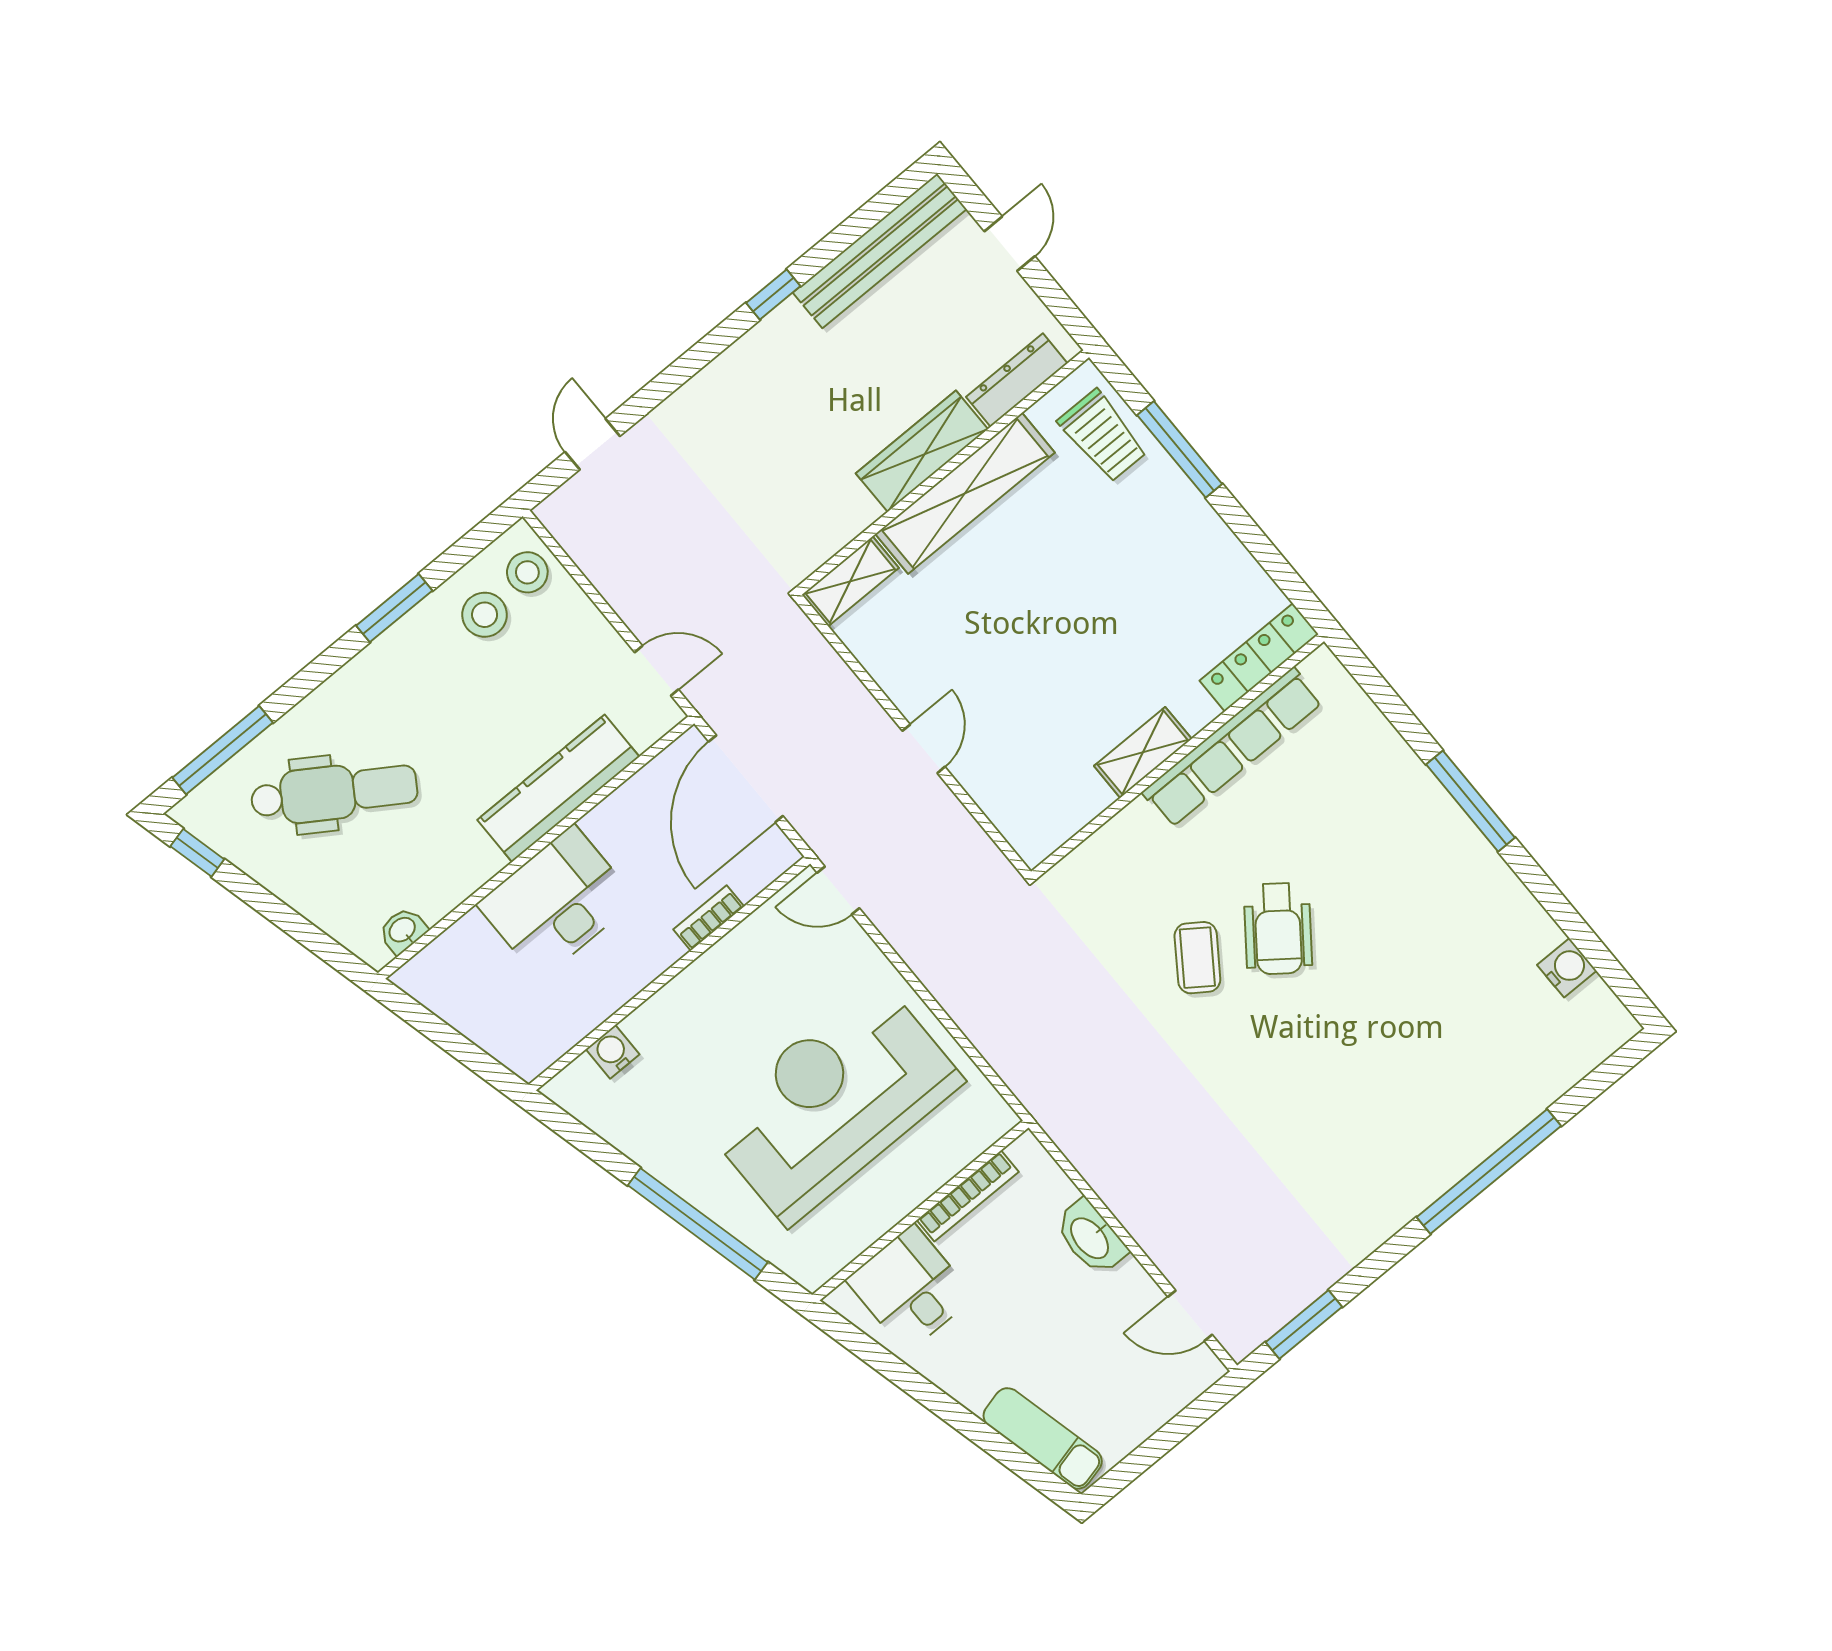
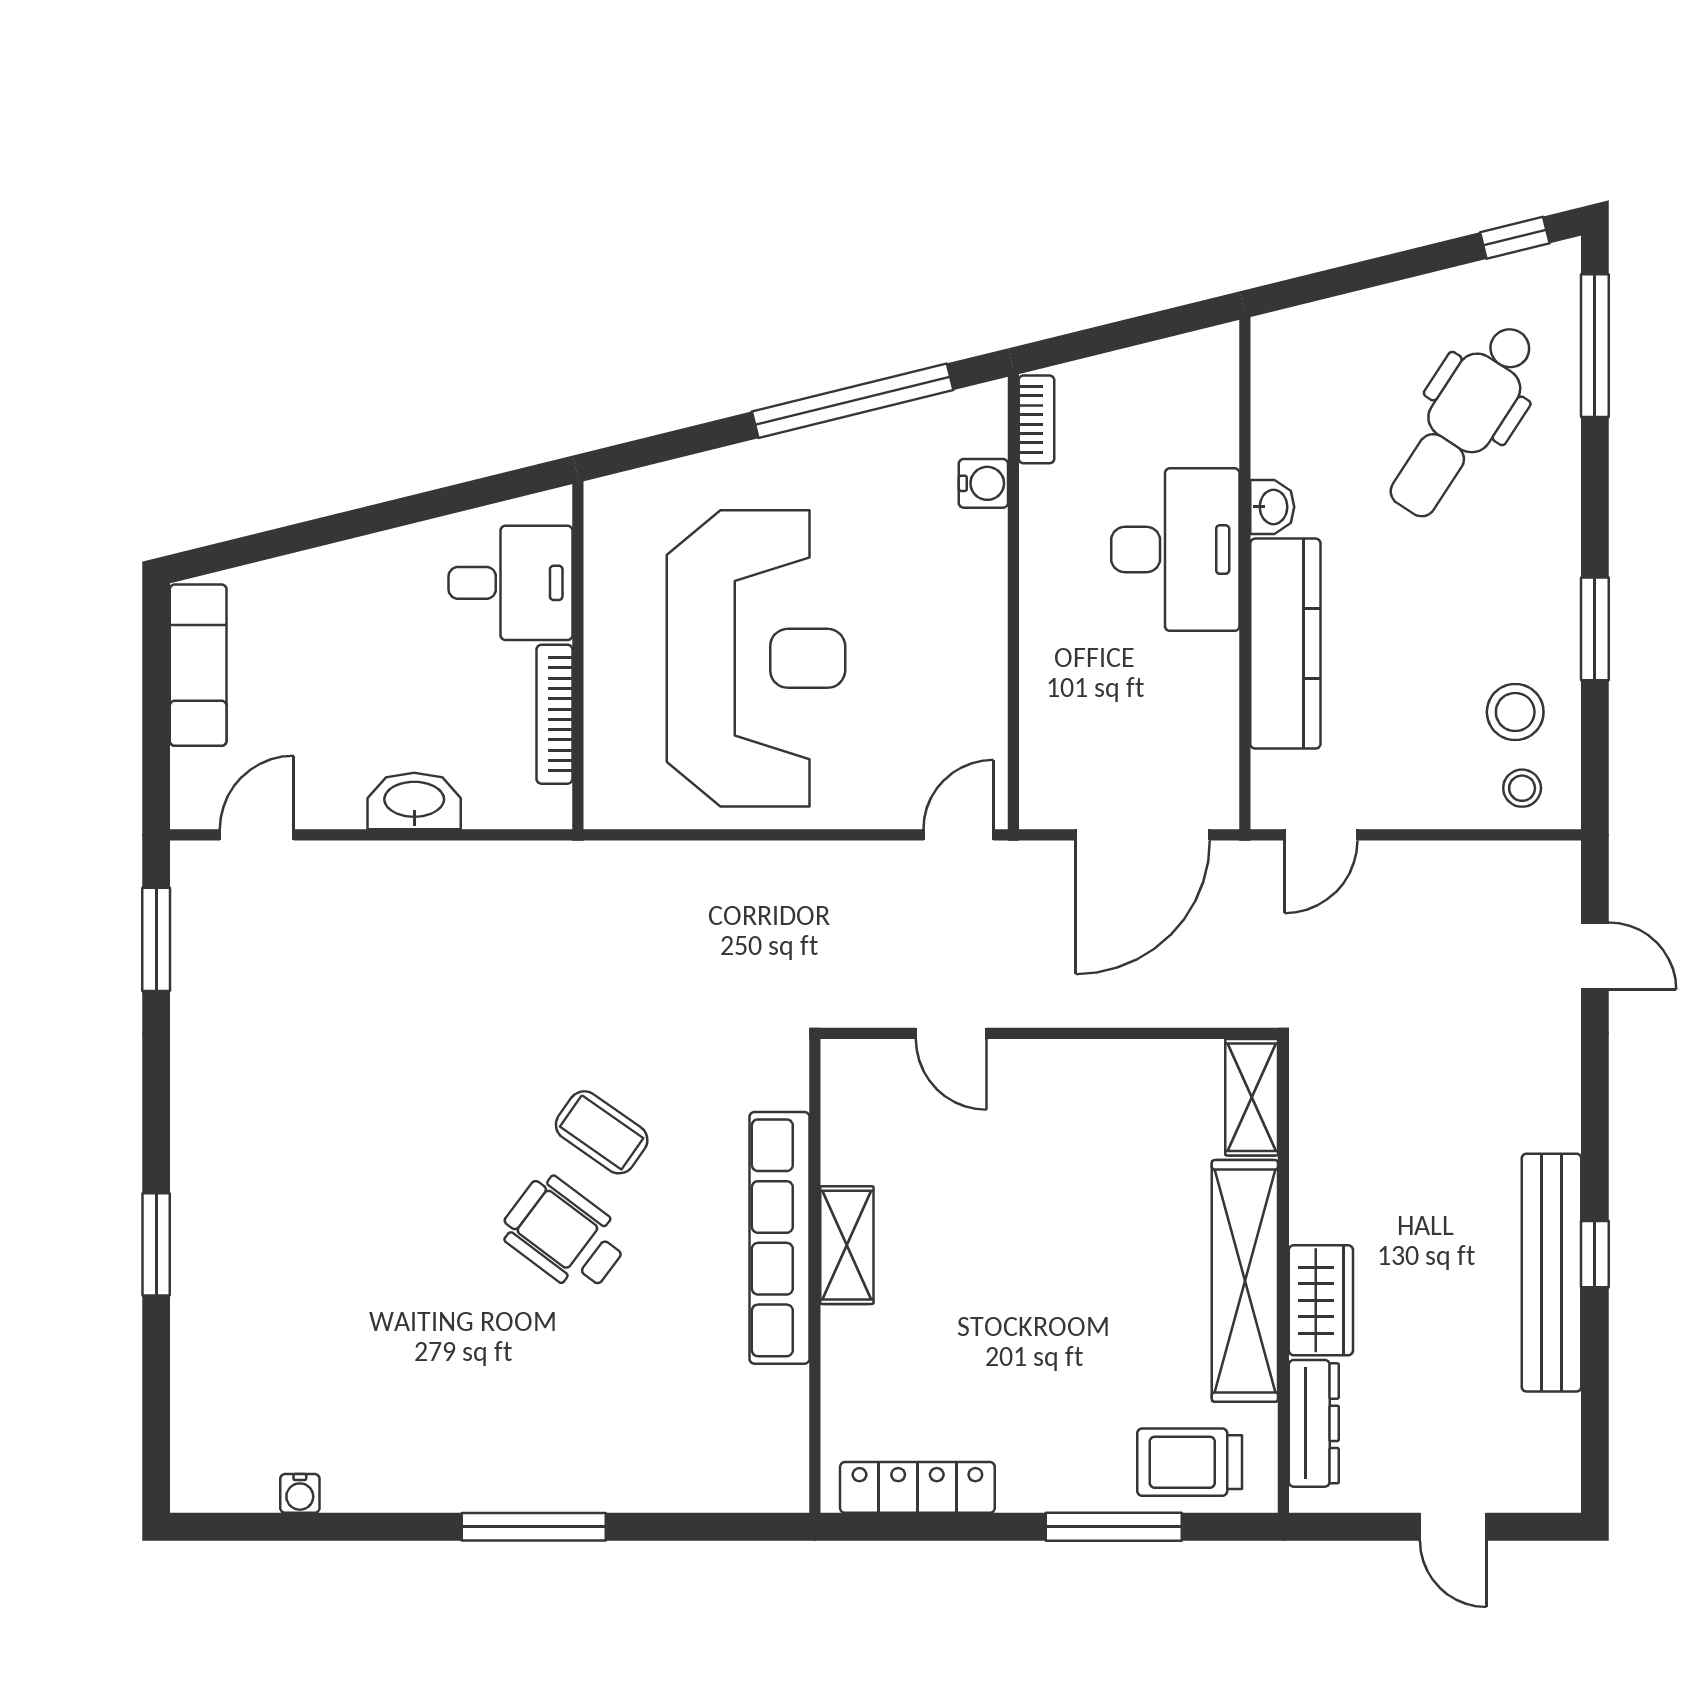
bench: (880, 251) -> (1551, 1273), moved
wardrobe: (922, 451) -> (1321, 1300), width x0.67
stool: (527, 572) -> (1522, 788), width x0.73, depth x0.73
locker: (1259, 657) -> (917, 1487), moved, turned -90
row of seats: (1232, 747) -> (779, 1238), moved
door: (924, 749) -> (951, 1033), moved
door: (746, 779) -> (1143, 835), swing flipped
bookcase: (709, 918) -> (1036, 419), moved
washbasin: (403, 930) -> (1272, 507), moved
water cooler: (1567, 968) -> (300, 1493), width x0.72, depth x0.72
window: (1489, 1172) -> (156, 1244), width x0.47
window: (698, 1224) -> (853, 401), moved
exam couch: (1043, 1438) -> (198, 665), moved, turned -76

